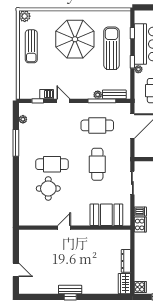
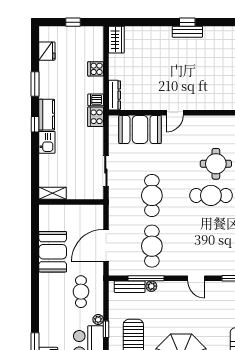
barbecue: (47, 94) -> (218, 287), removed
cafe table: (97, 125) -> (152, 246), turned 90
dishwasher: (140, 211) -> (96, 100), moved
door: (64, 228) -> (175, 113), moved
dresser: (126, 261) -> (114, 95), moved
cooker: (140, 287) -> (96, 69), moved

